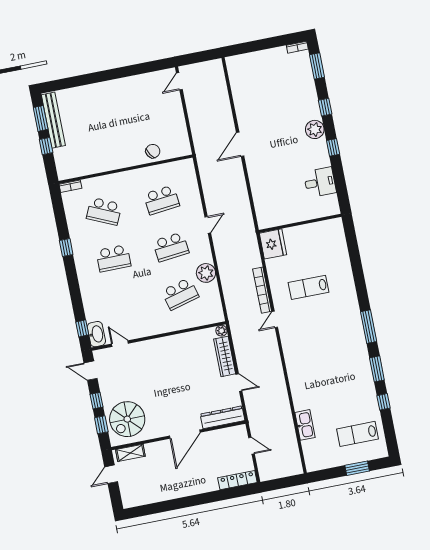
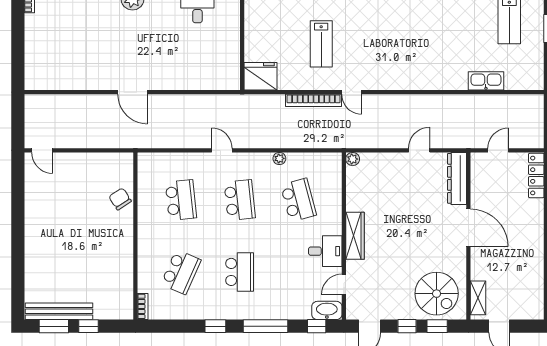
plant: (206, 273) -> (279, 158), width x0.53, depth x0.53
window: (74, 288) -> (266, 326), added
desk: (144, 323) -> (325, 251), added
wardrobe: (225, 356) -> (355, 236), moved, turned -90

